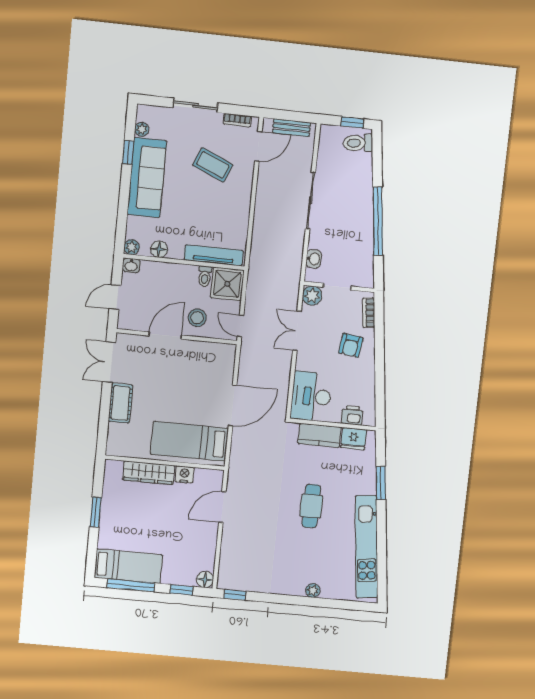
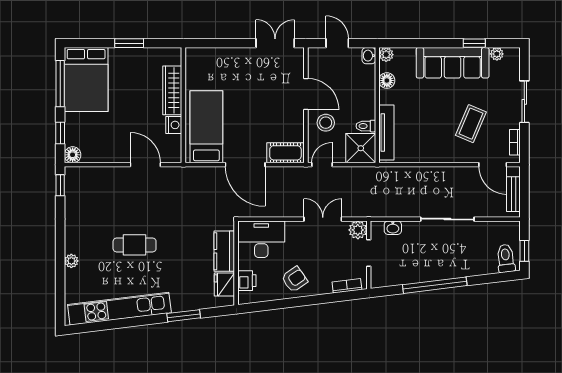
armchair: (351, 345) -> (294, 279), moved, turned 138
cot: (121, 403) -> (285, 153), moved
cafe table: (311, 506) -> (135, 245), moved
bed: (128, 566) -> (86, 79), width x1.50

